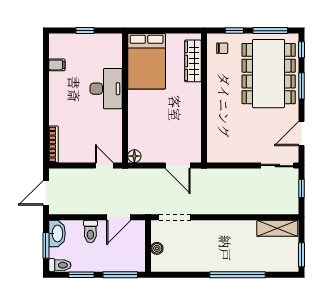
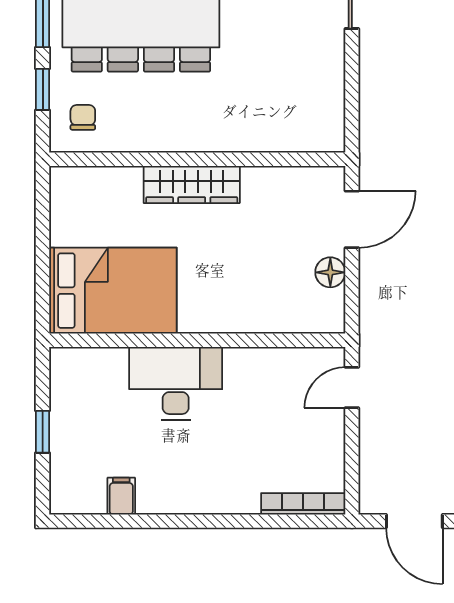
wardrobe: (193, 61) -> (192, 184), moved
floor lamp: (134, 156) -> (330, 272), moved

